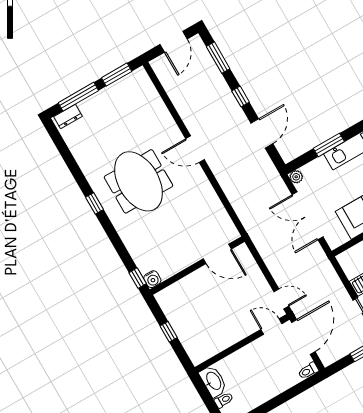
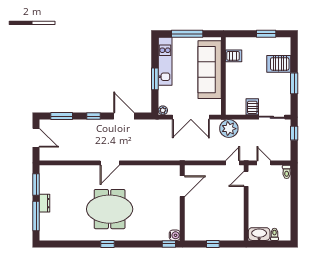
dresser: (68, 116) -> (45, 203), moved
plant: (320, 270) -> (229, 129), added
door: (303, 337) -> (264, 163), width x0.53

